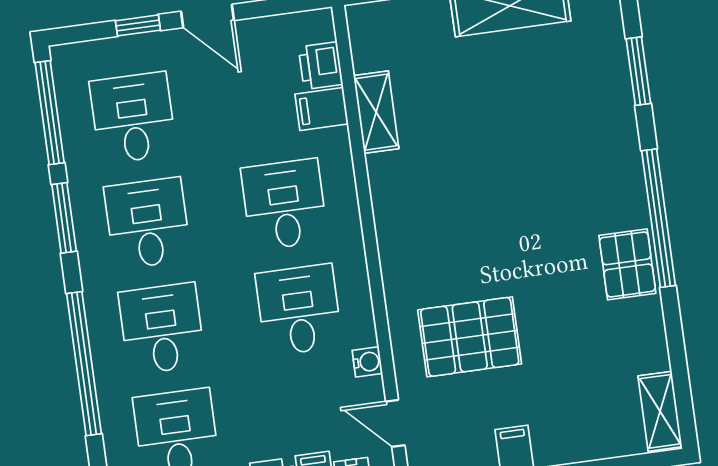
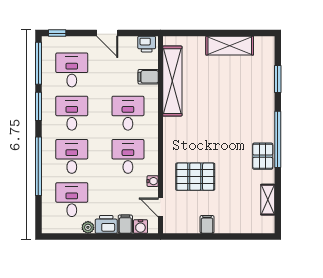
window: (138, 25) -> (57, 33), moved
printer: (321, 66) -> (147, 44), moved, turned -90
shelving: (376, 112) -> (172, 81), width x2.20, depth x1.33
shelving: (660, 411) -> (268, 200), moved

